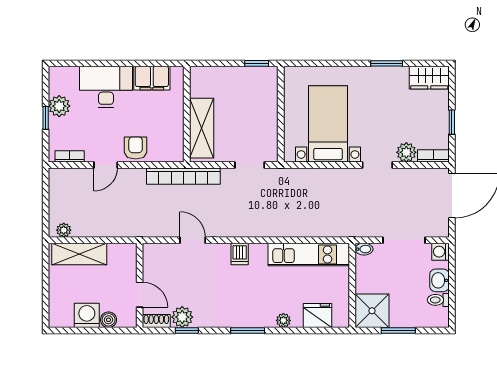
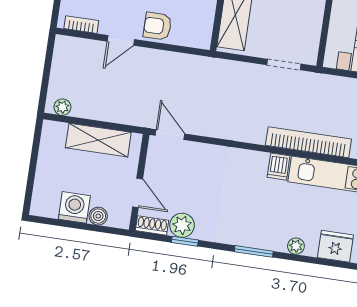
armchair: (136, 148) -> (157, 26), turned -90
bookcase: (183, 176) -> (308, 142), moved, turned 180
door: (193, 240) -> (170, 135), moved
shelving: (79, 254) -> (98, 140), moved
dishwasher: (240, 254) -> (279, 167), moved

